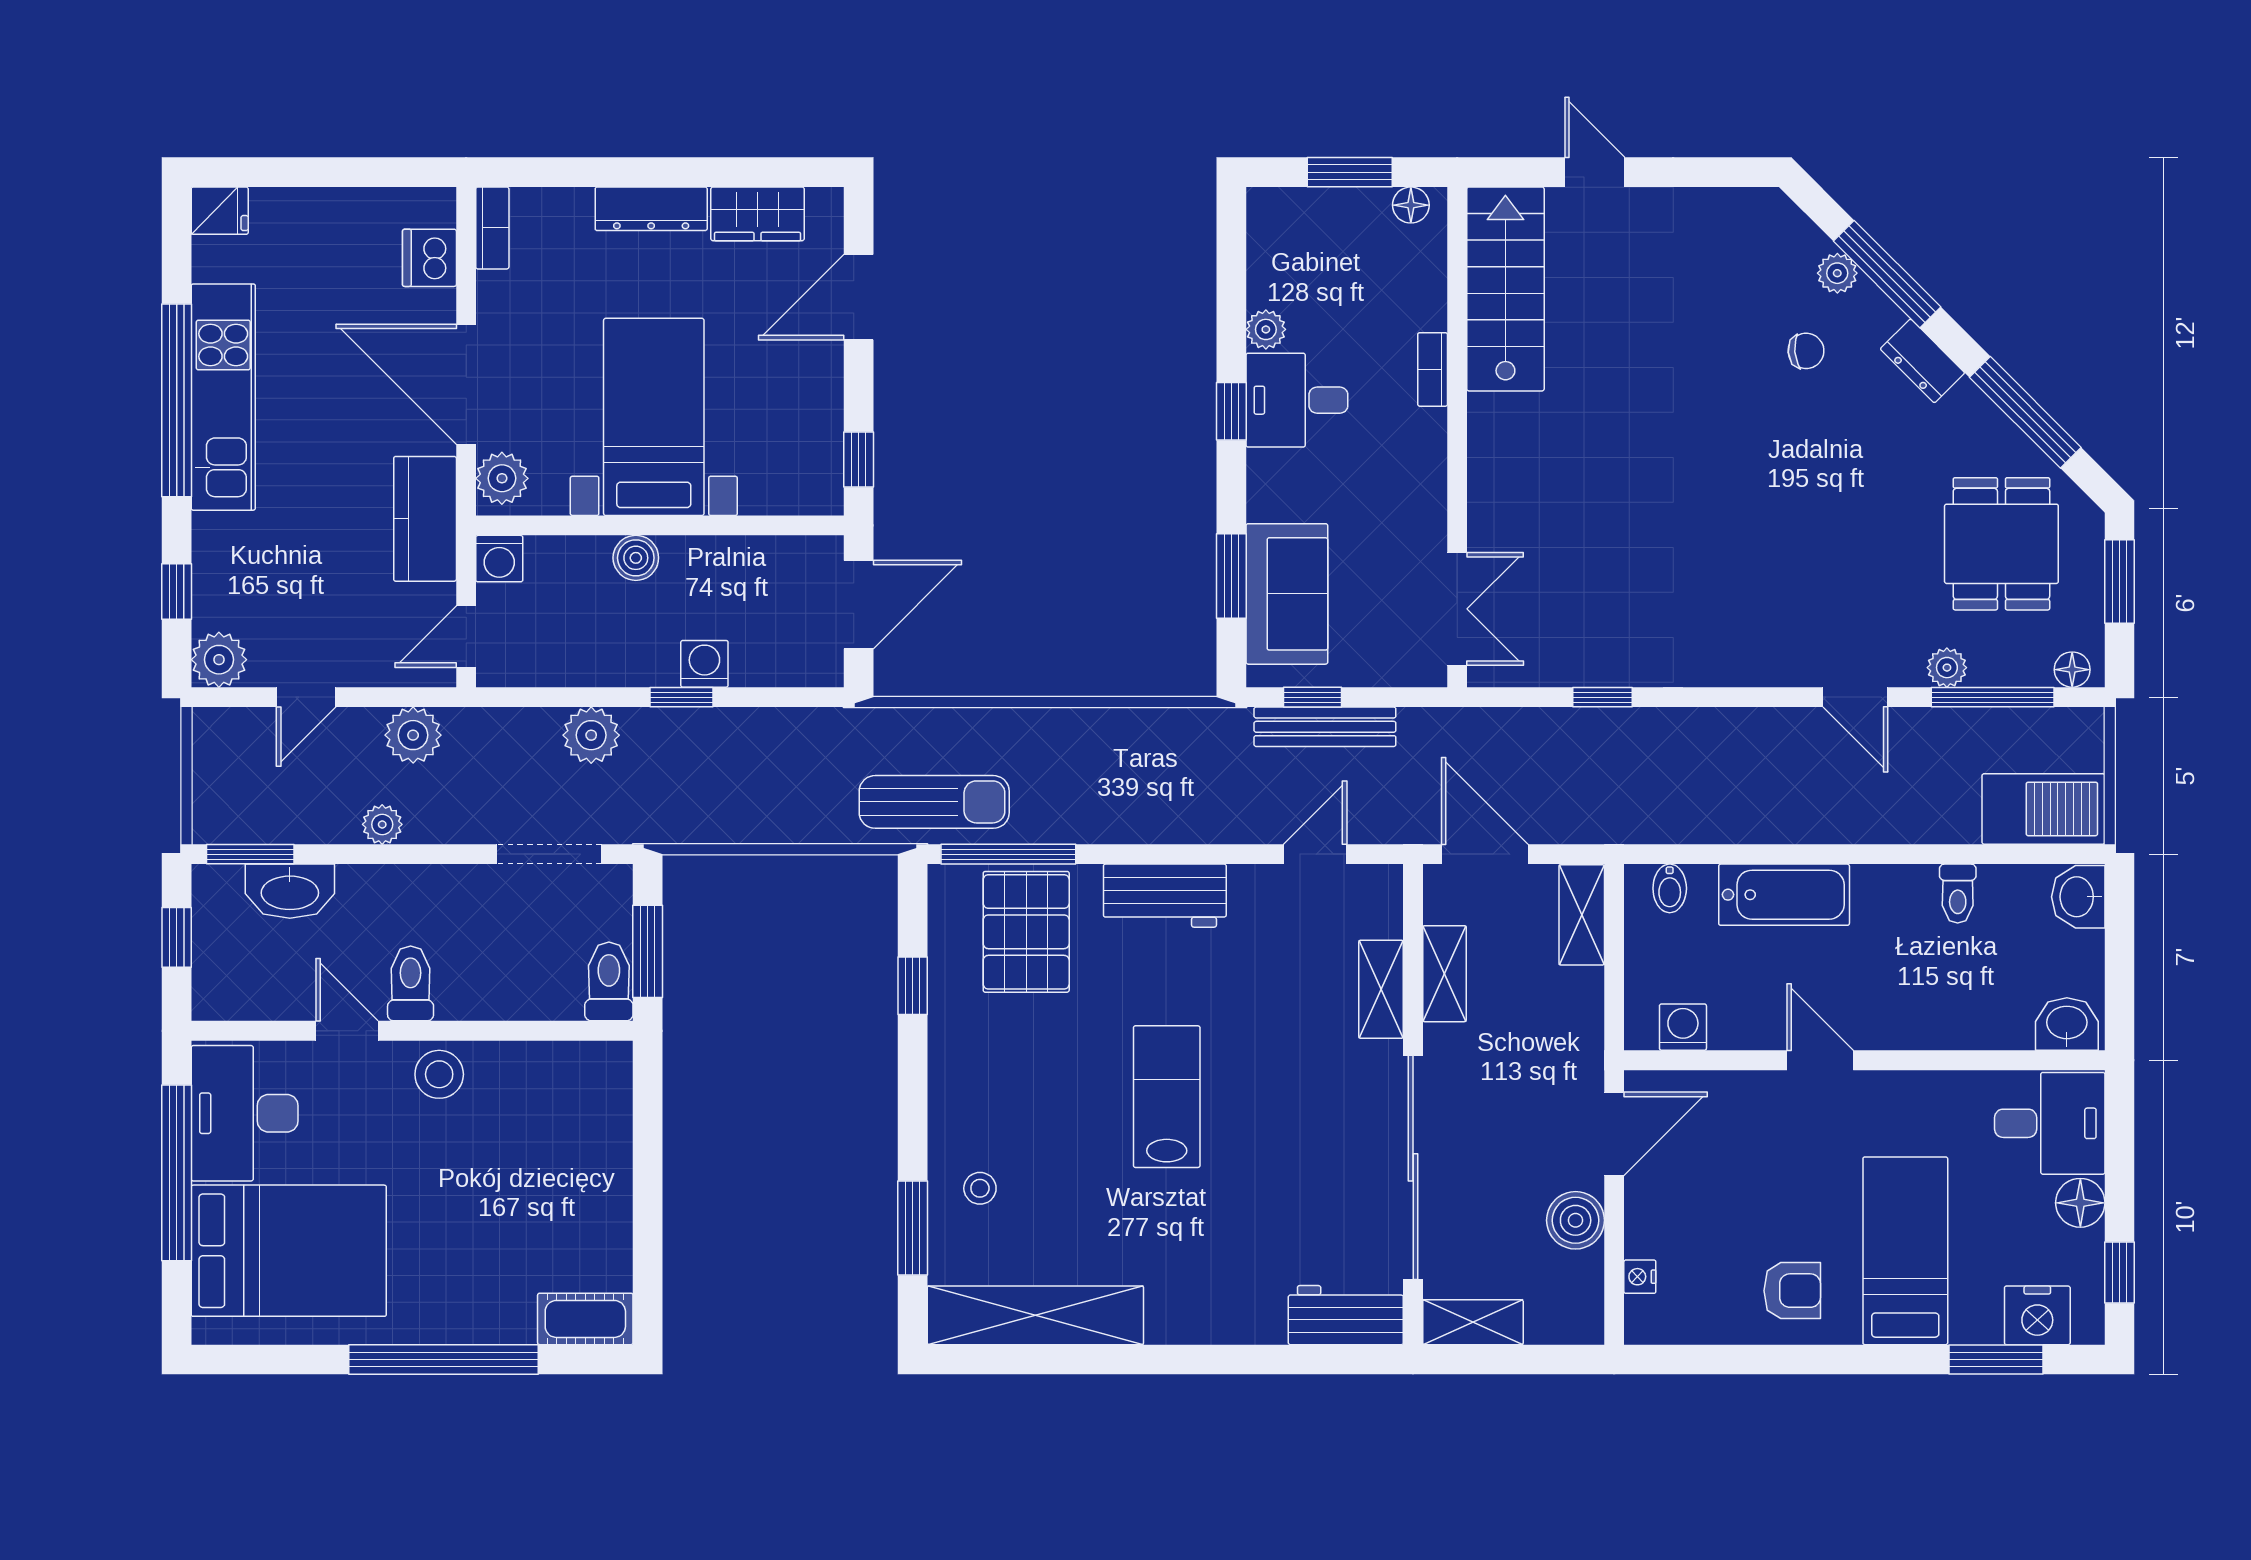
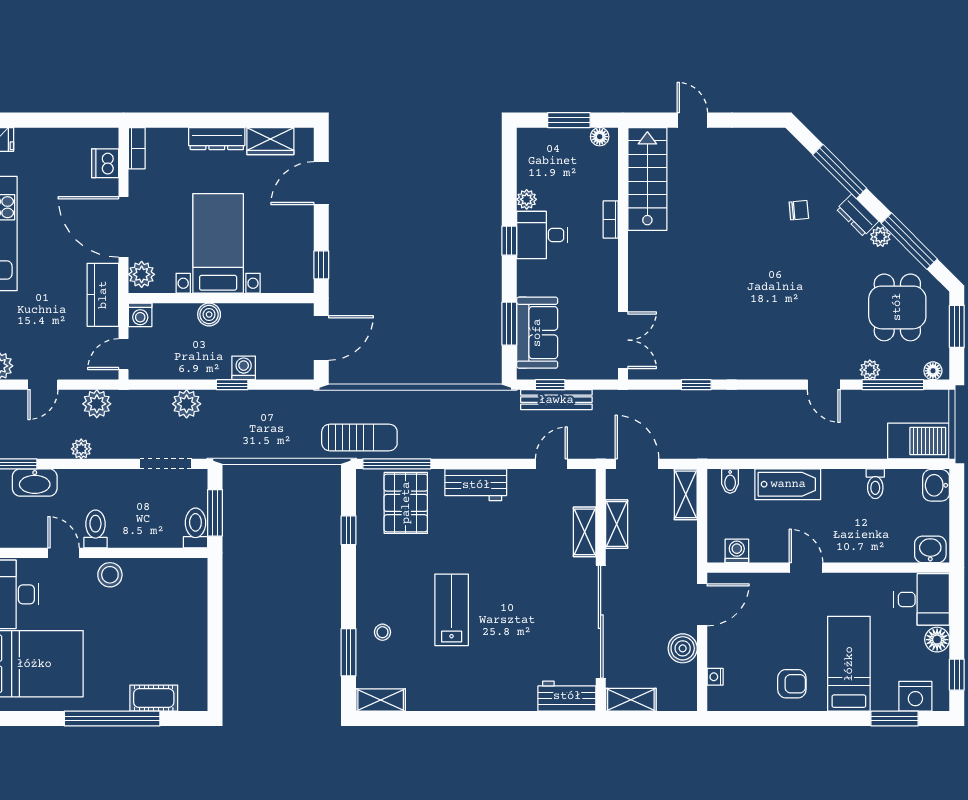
plant: (1837, 273) -> (880, 237), moved
lab bench: (1167, 1097) -> (452, 610), moved
shelving: (1035, 1315) -> (381, 700), width x0.45, depth x0.75
cot: (585, 1319) -> (154, 698), moved

